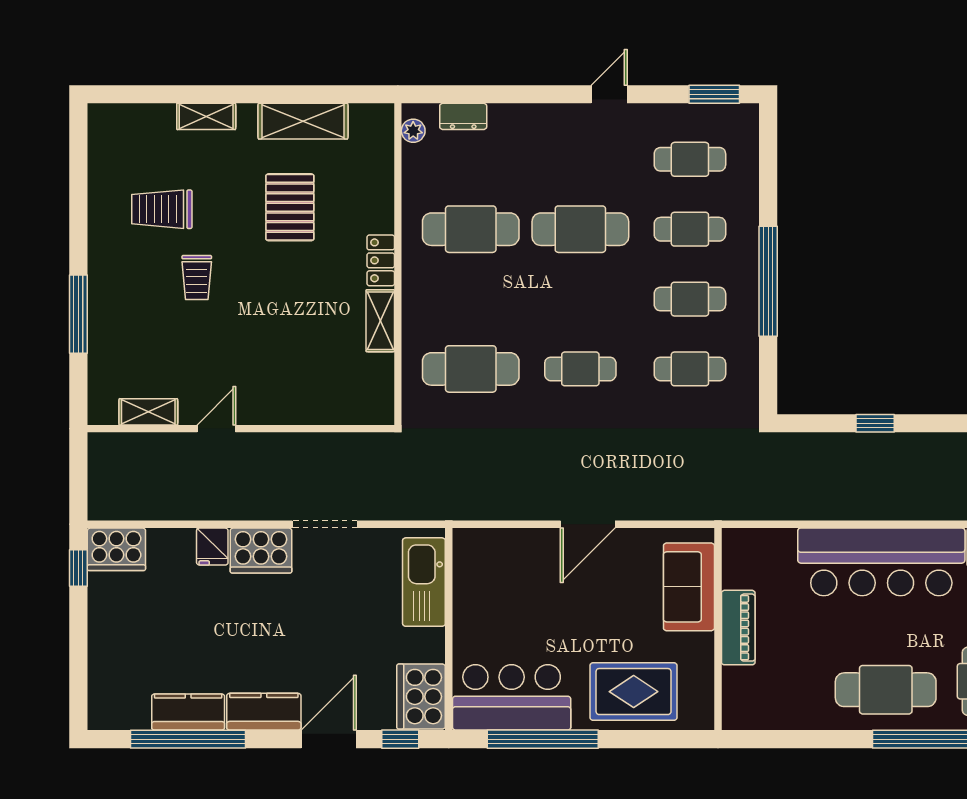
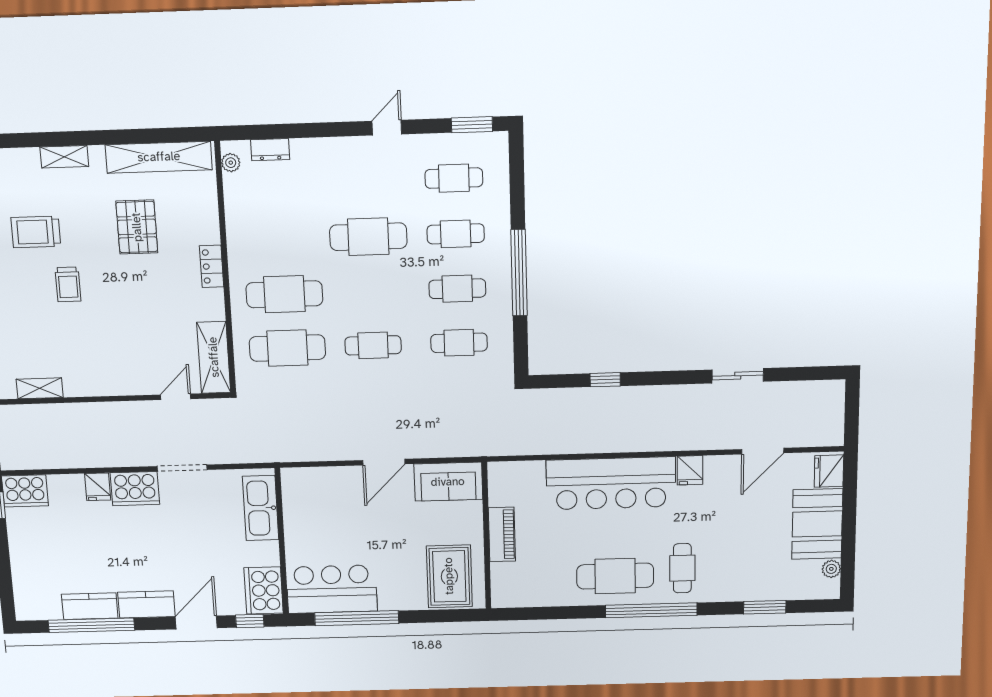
shelving: (303, 121) -> (159, 157), width x1.47
cafe table: (471, 229) -> (284, 294), moved
shelving: (380, 321) -> (214, 357), moved, width x1.50, depth x1.33
door: (216, 429) -> (176, 397), moved
sofa: (689, 587) -> (448, 482), moved, turned -90
rug: (634, 692) -> (449, 576), moved, turned 90

